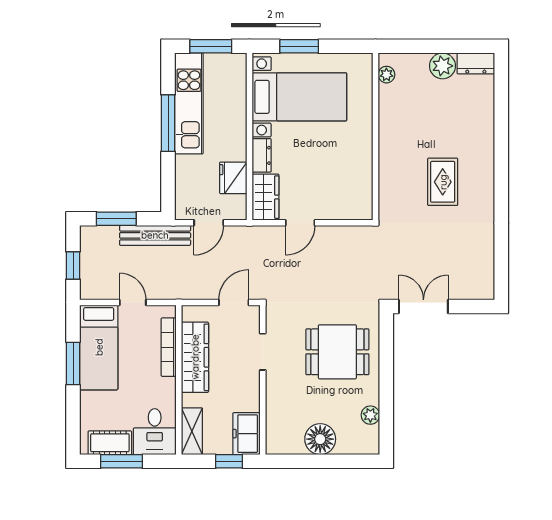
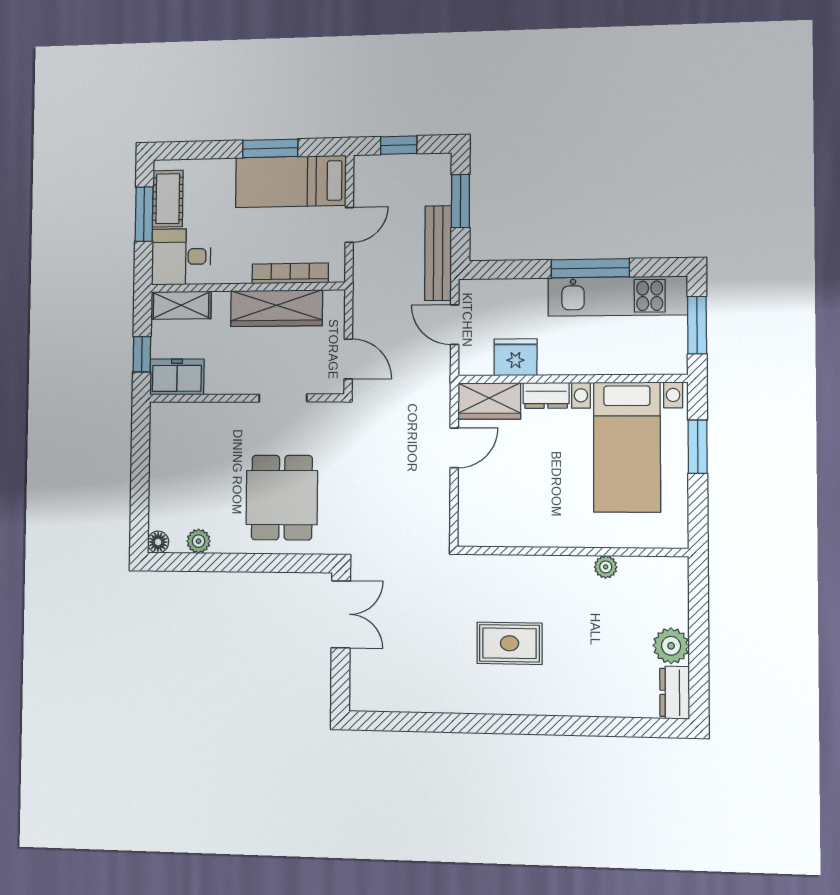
plant: (386, 75) -> (606, 567), moved
door: (300, 223) -> (454, 448), swing flipped
floor lamp: (320, 439) -> (158, 542), moved, width x0.53, depth x0.53

